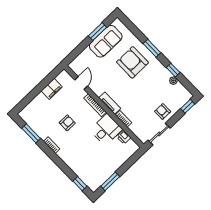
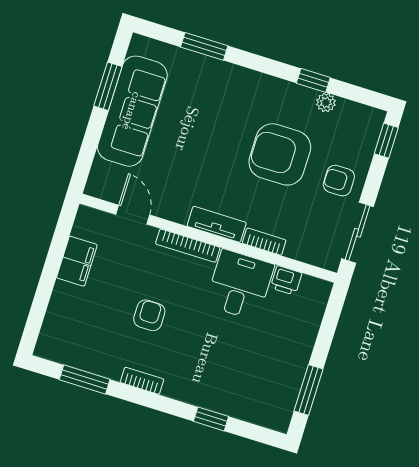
sofa: (106, 41) -> (132, 111), width x1.36
window: (152, 48) -> (204, 46), moved
armchair: (132, 62) -> (280, 154), moved
window: (80, 184) -> (211, 419), moved

